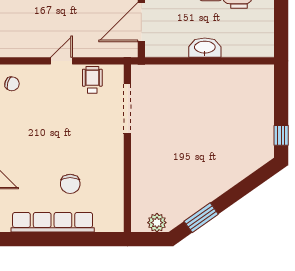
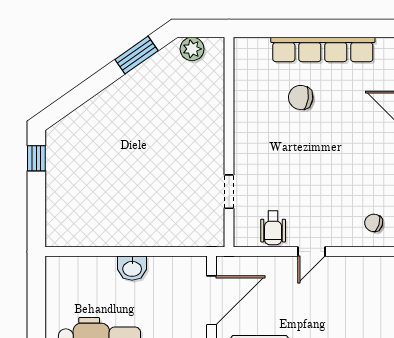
washbasin: (205, 48) -> (132, 268), width x0.72
doorway: (127, 109) -> (229, 192), width x0.53
chair: (70, 184) -> (301, 97), turned -82

